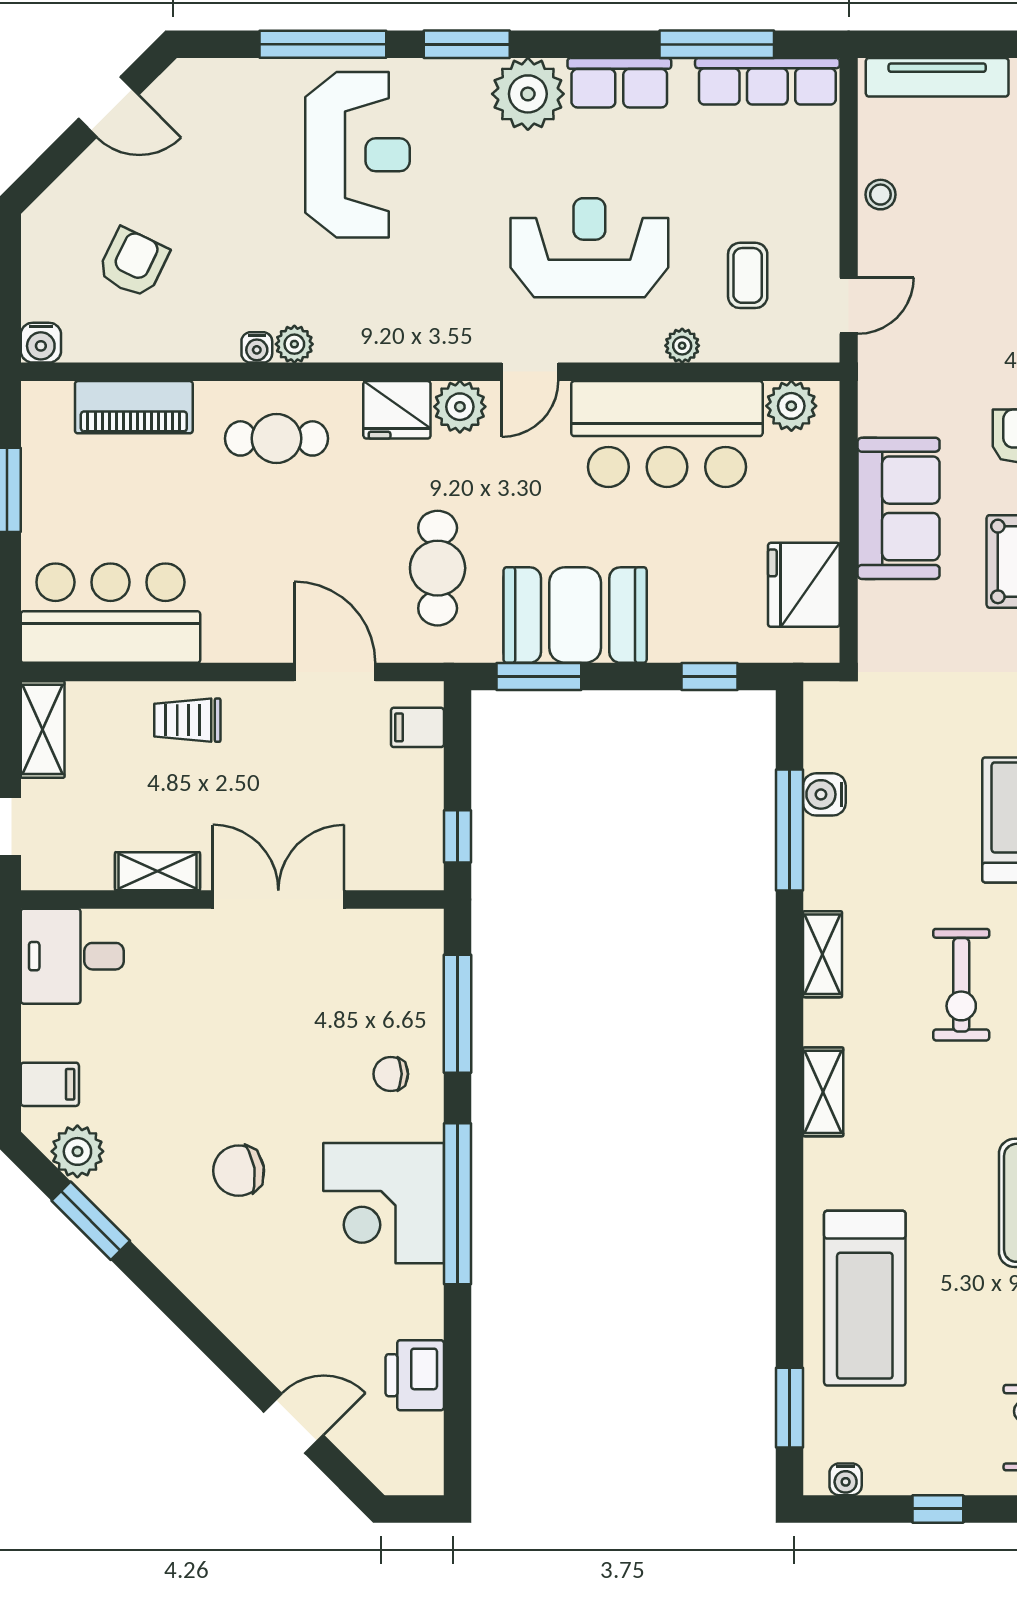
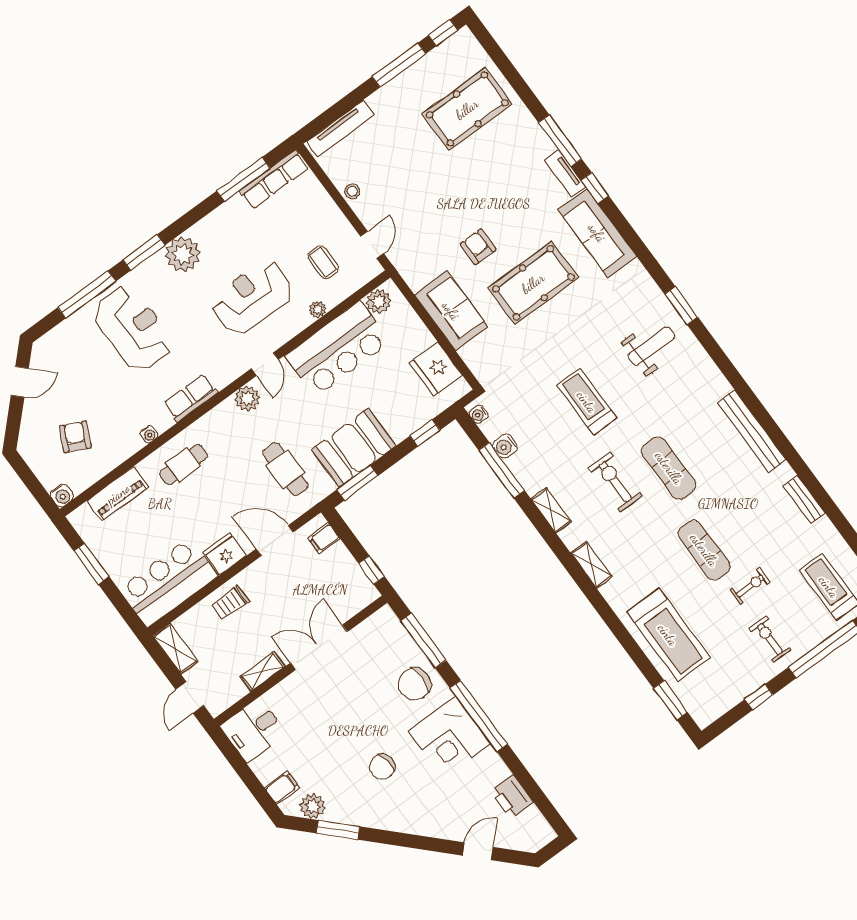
row of seats: (619, 83) -> (191, 398), moved, turned 180
plant: (294, 344) -> (163, 422), removed
fridge: (397, 410) -> (225, 554), moved, turned 180
exercise bike: (961, 985) -> (615, 482), turned 180
chair: (391, 1074) -> (414, 684), width x1.87, depth x1.87
water cooler: (846, 1479) -> (479, 414), moved, turned 90

